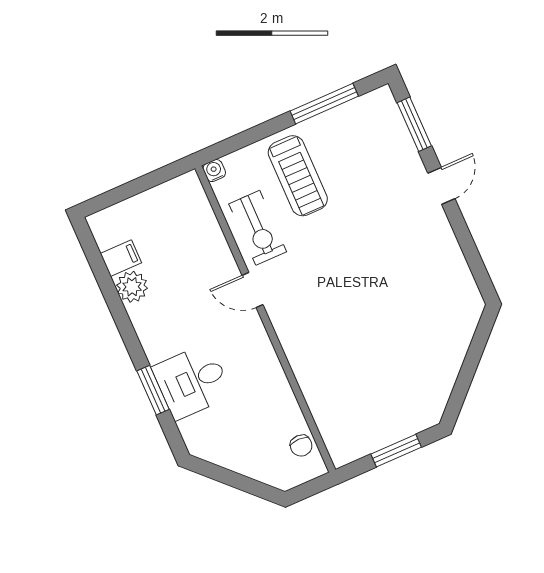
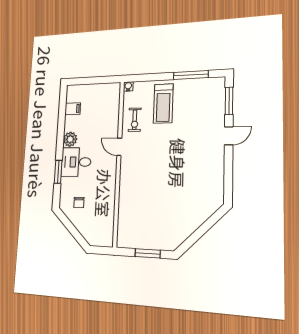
exercise bike: (258, 228) -> (135, 120), width x0.73, depth x0.72
plant: (132, 287) -> (70, 139), moved
desk: (192, 381) -> (76, 162), moved
chair: (301, 446) -> (79, 203), moved

